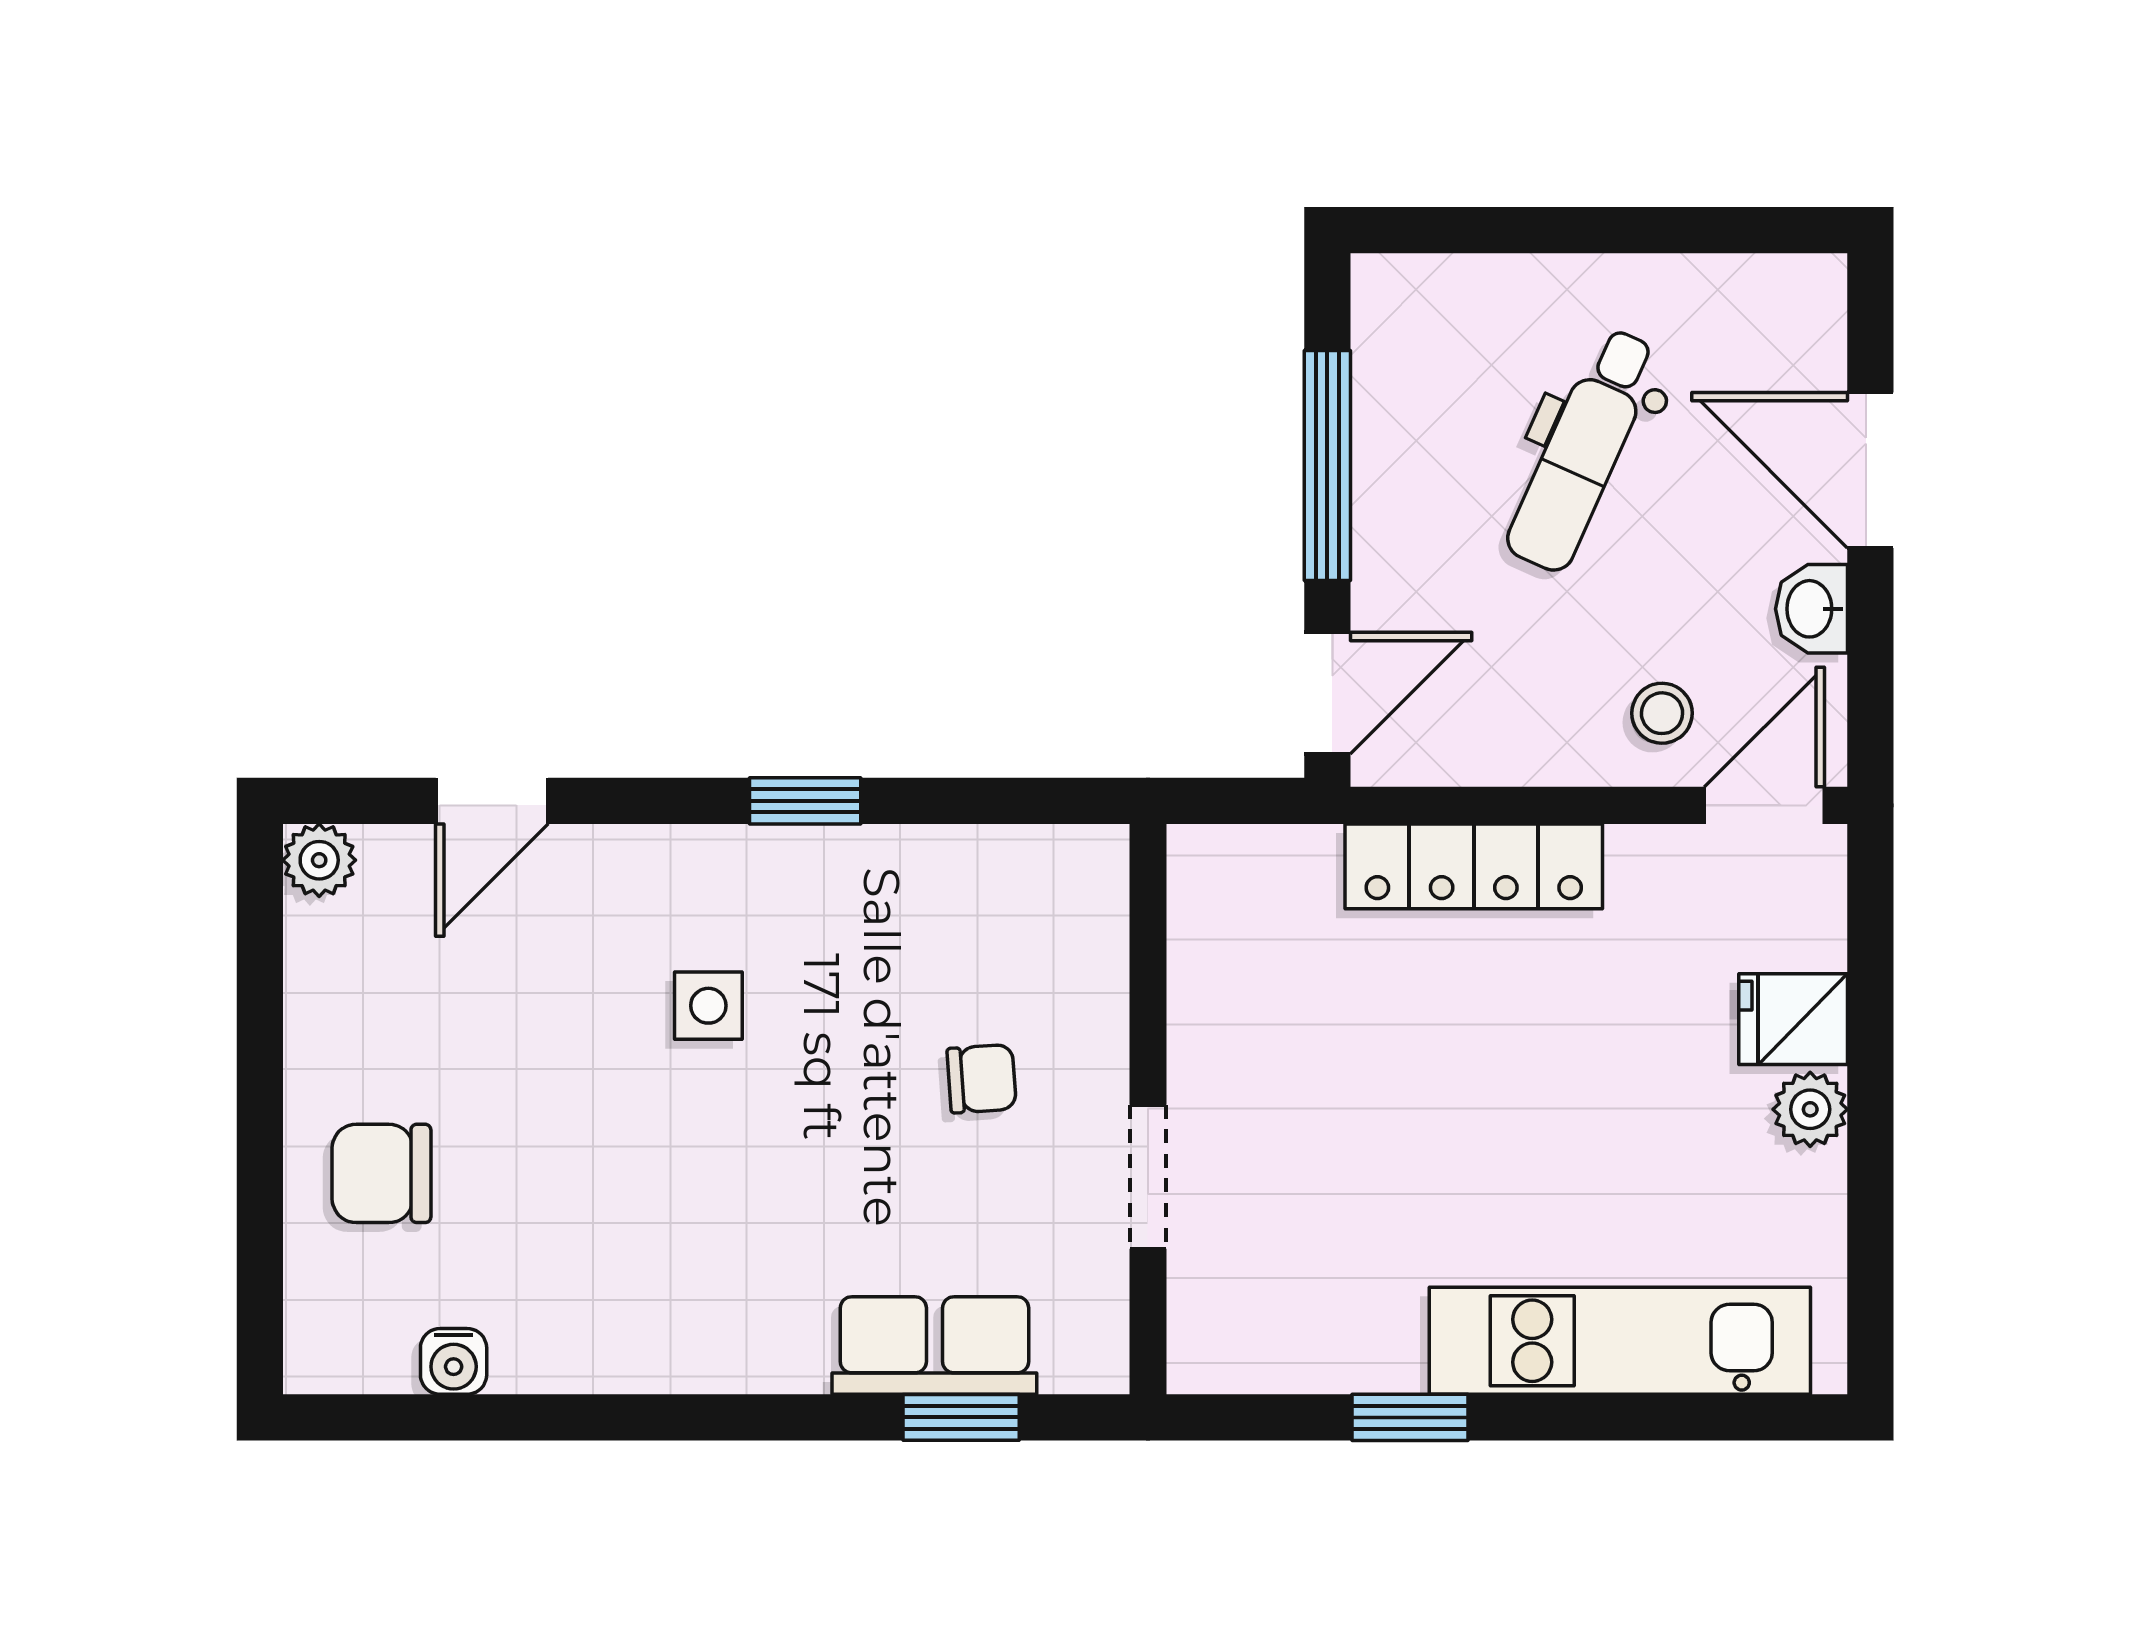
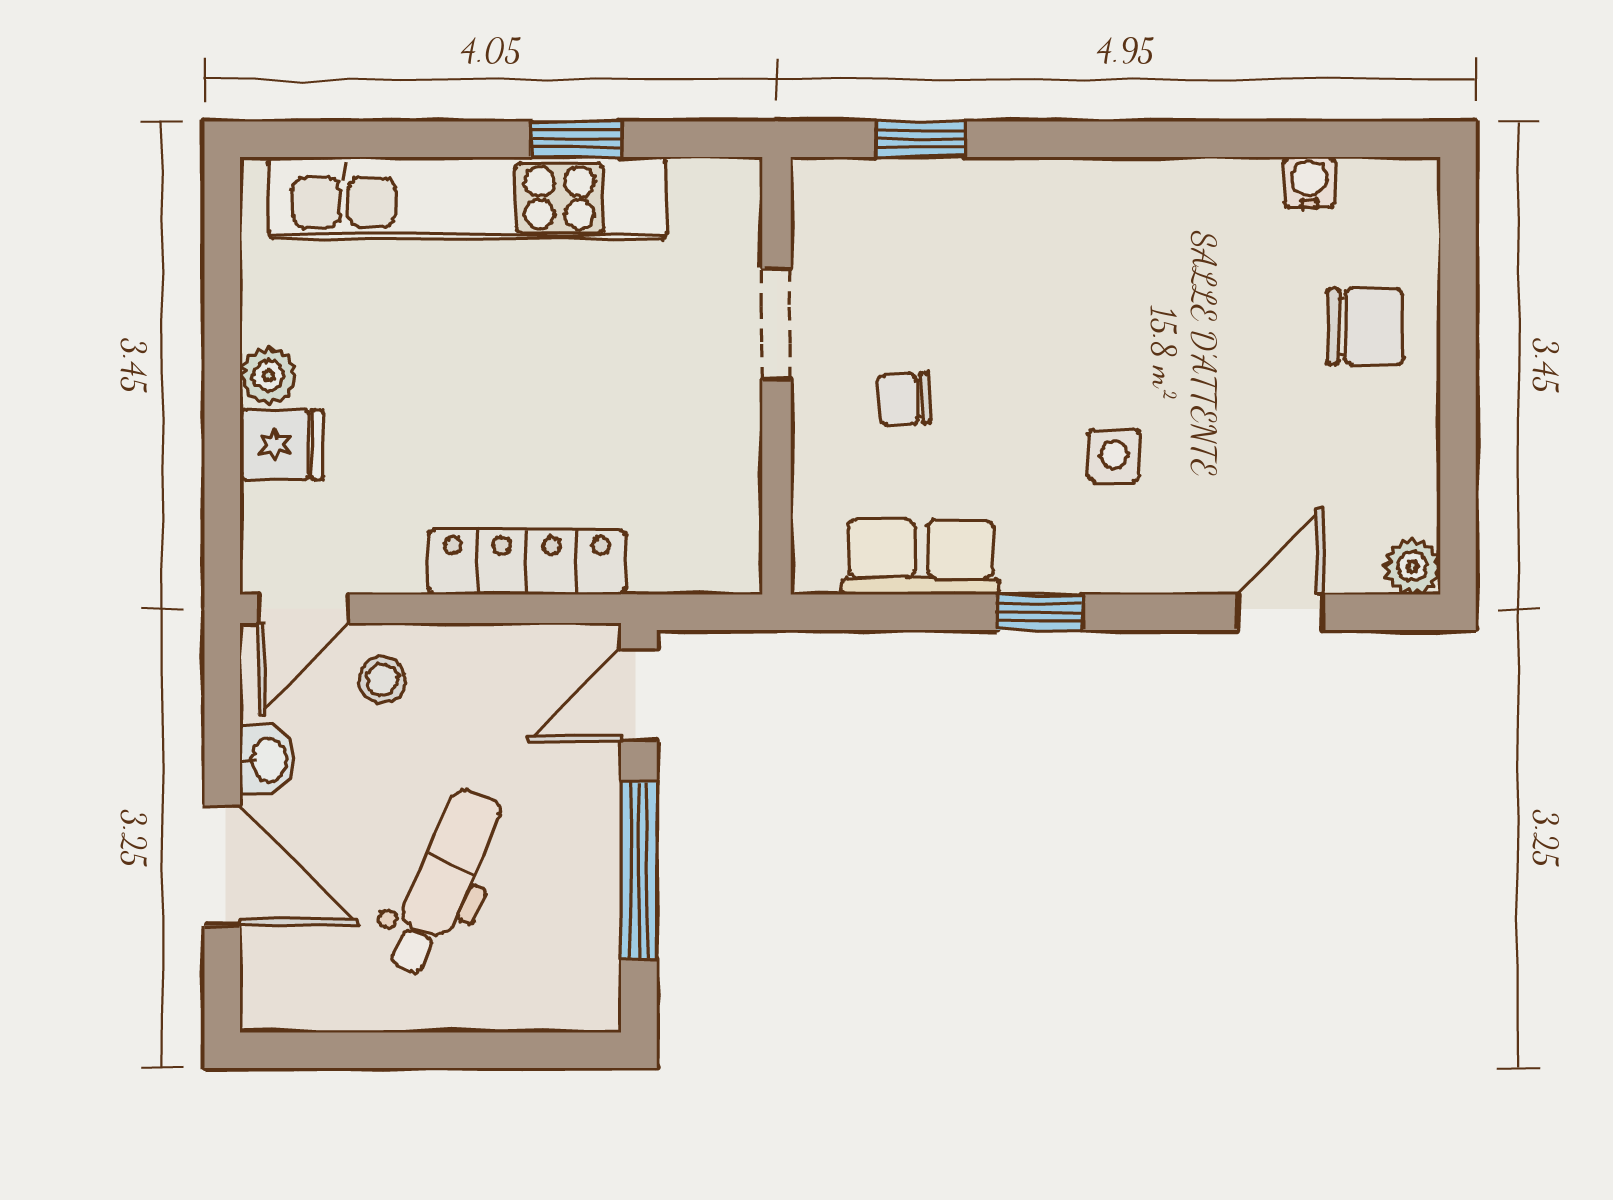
kitchen unit: (1620, 1341) -> (468, 198), width x1.36
row of seats: (934, 1346) -> (921, 557), moved, turned 180

